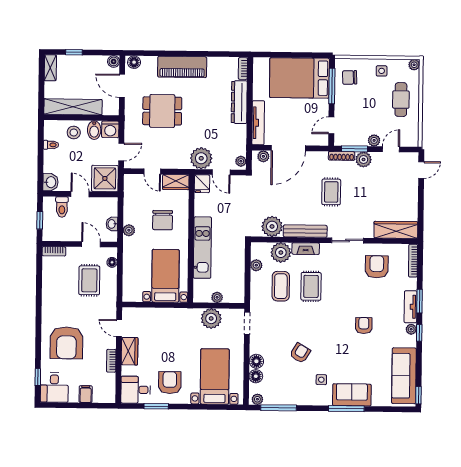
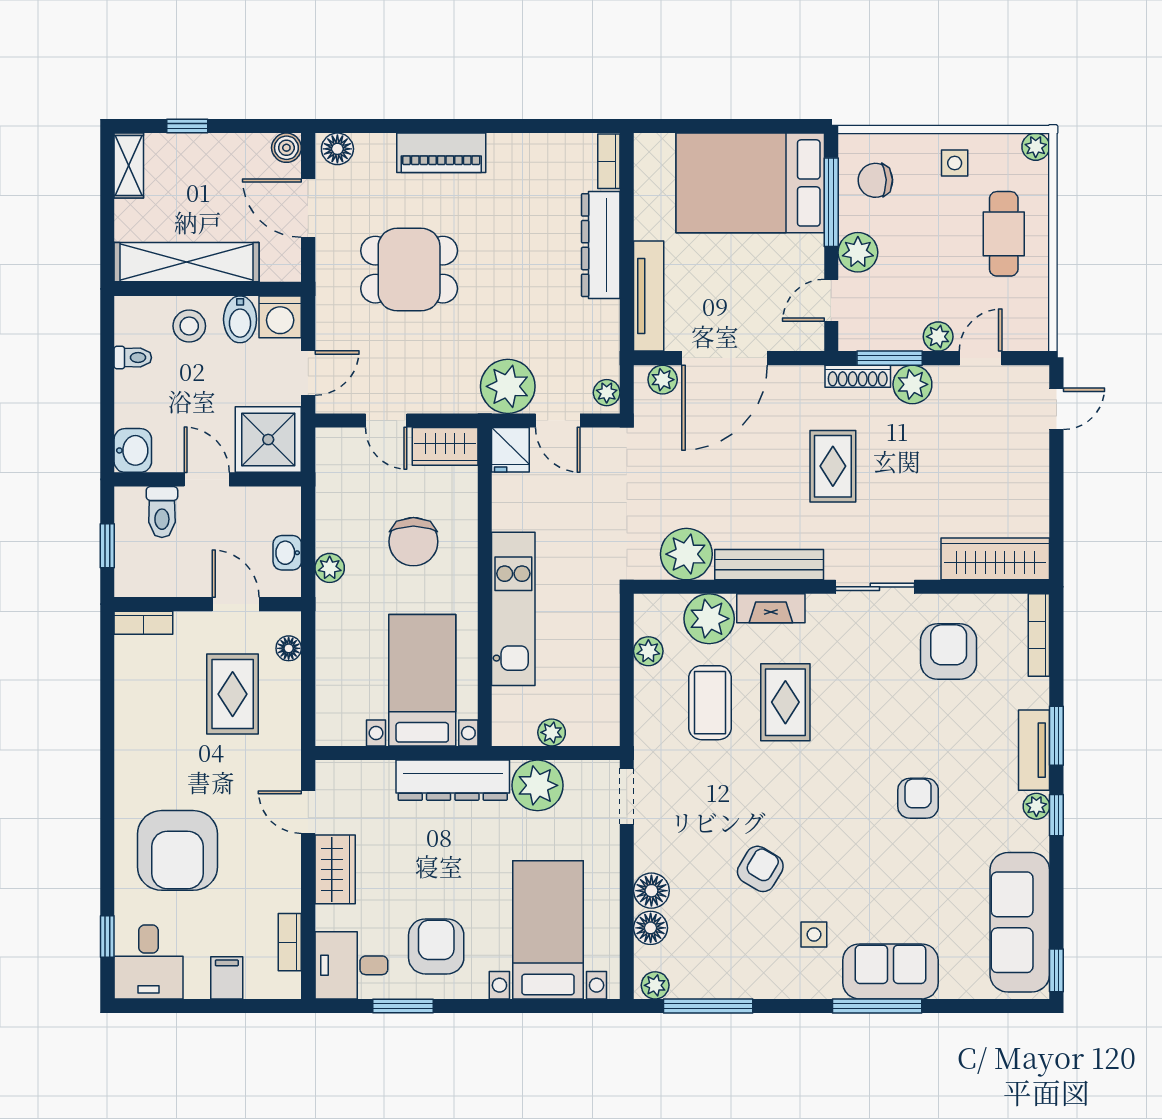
piano: (182, 67) -> (441, 153), width x0.73, depth x0.75
plant: (342, 106) -> (858, 252), added
dresser: (177, 316) -> (453, 780), added
bookcase: (111, 361) -> (290, 942), moved

